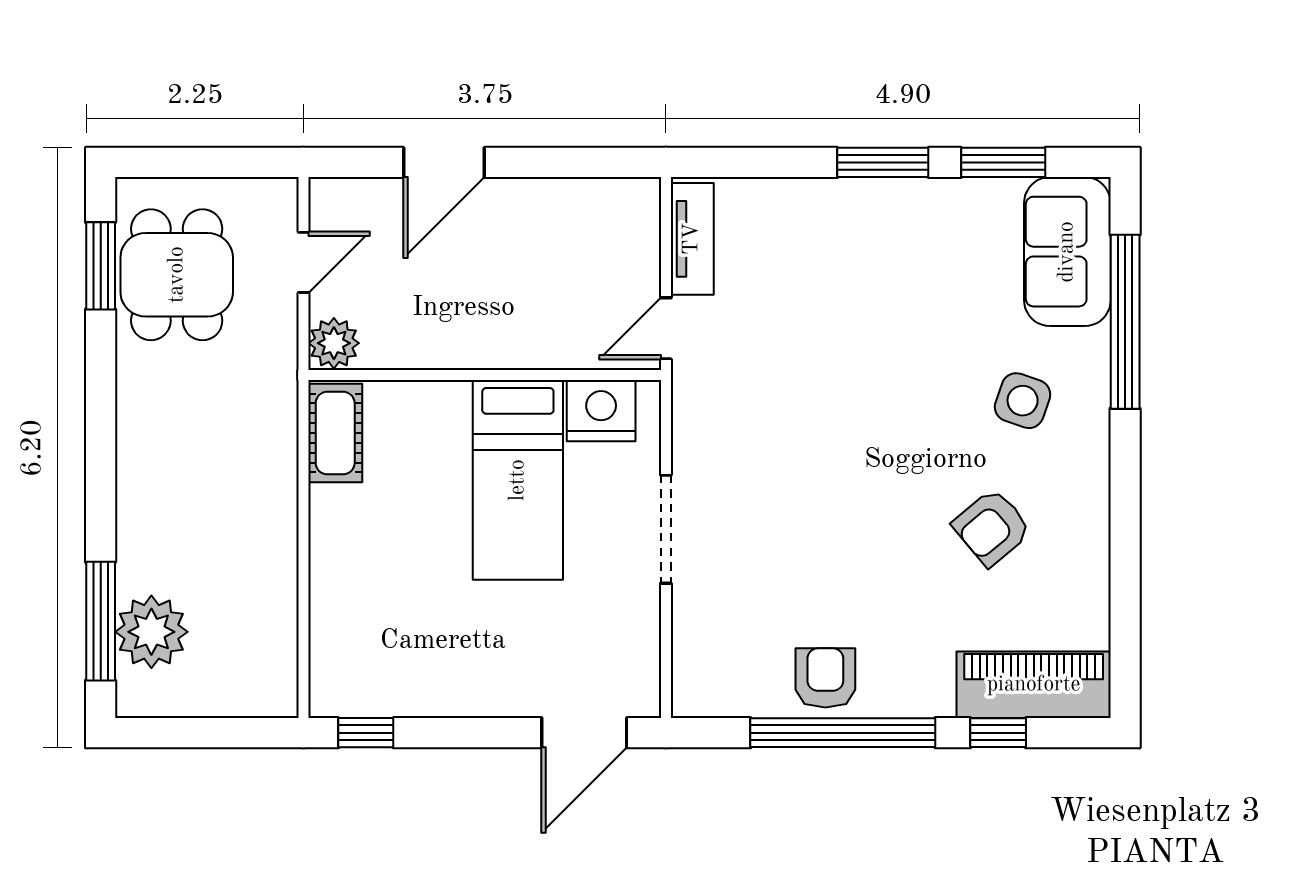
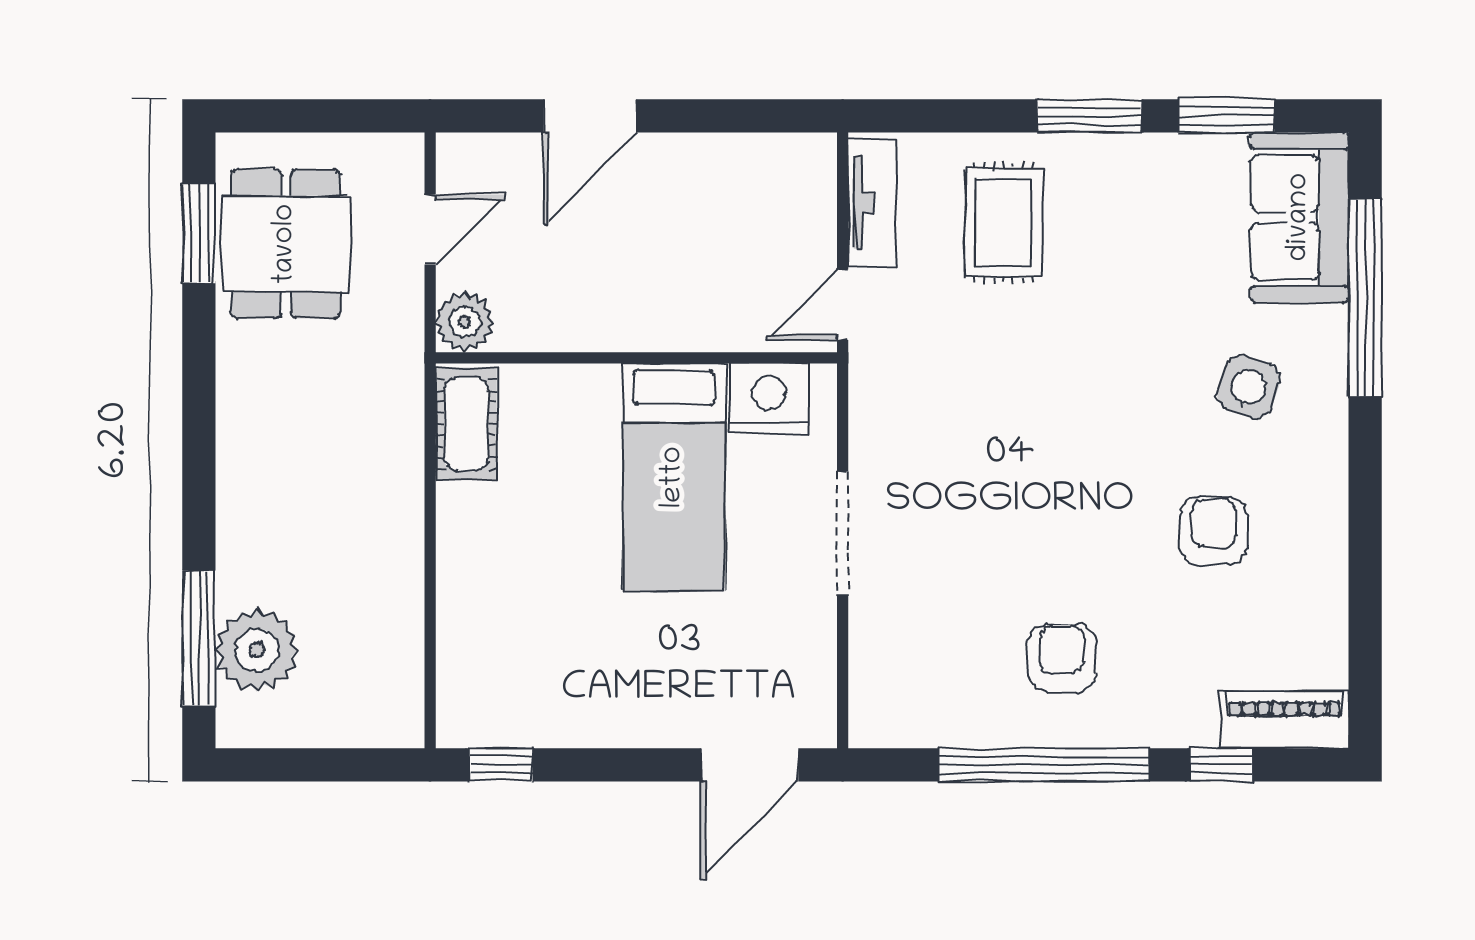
rug: (807, 256) -> (1003, 223), added
armchair: (992, 527) -> (1214, 531), turned 130
armchair: (825, 678) -> (1062, 658), moved
piano: (1034, 685) -> (1285, 720), width x0.73, depth x0.75

